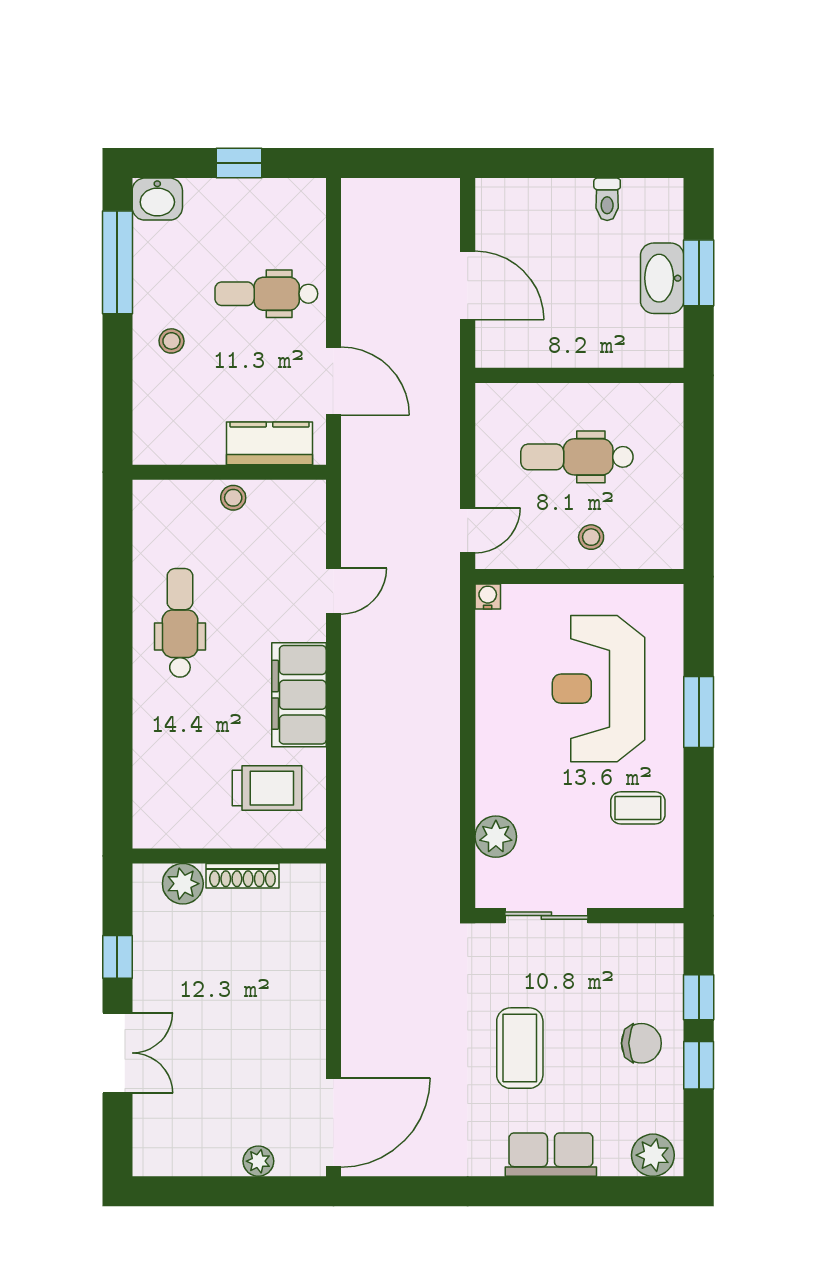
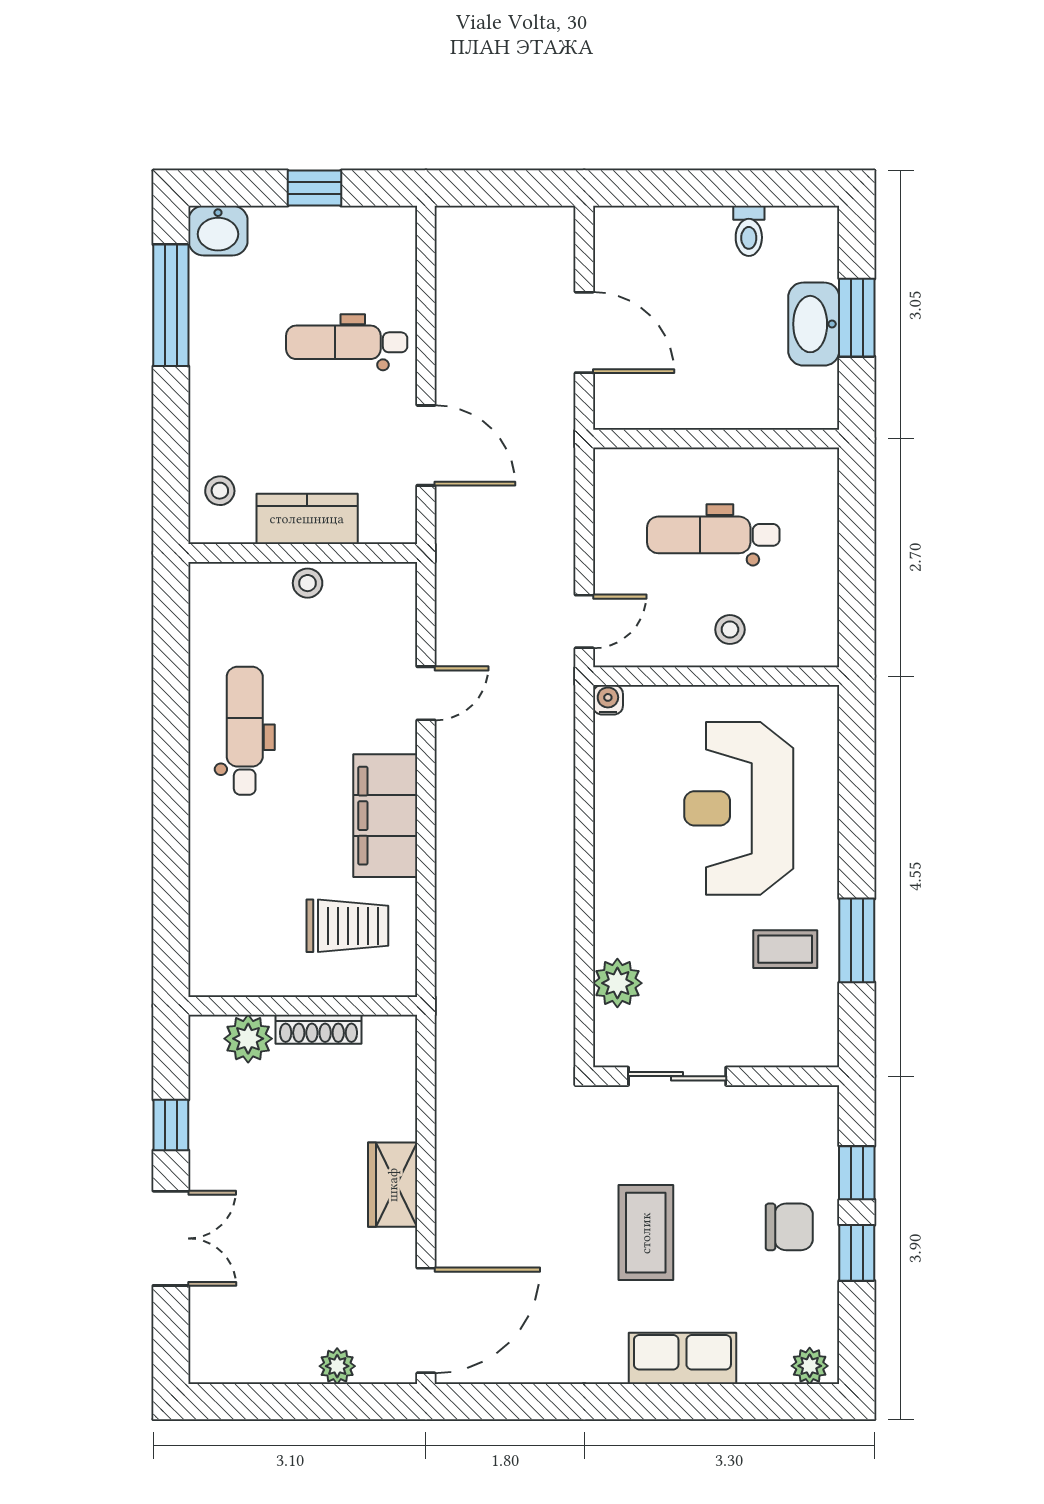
stool: (171, 341) -> (220, 491), moved
kitchen counter: (269, 443) -> (307, 519), moved
window: (699, 712) -> (857, 940), moved
wardrobe: (305, 1007) -> (393, 1185), added
plant: (653, 1155) -> (810, 1366), width x0.73, depth x0.73

